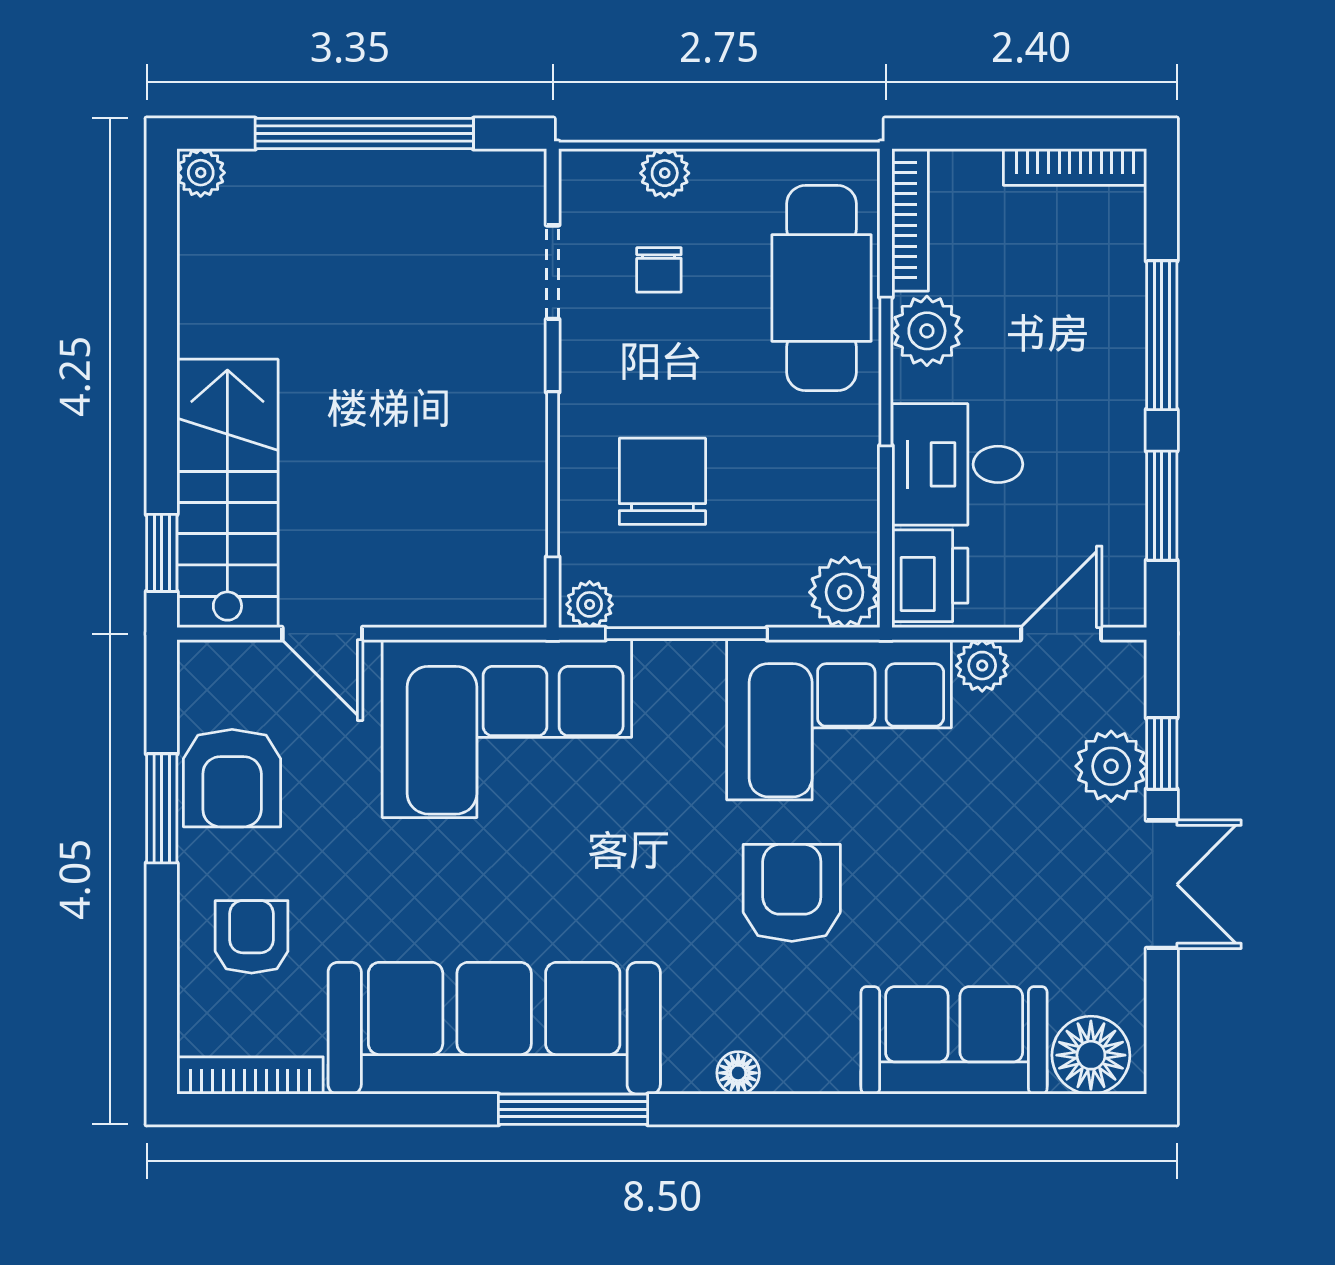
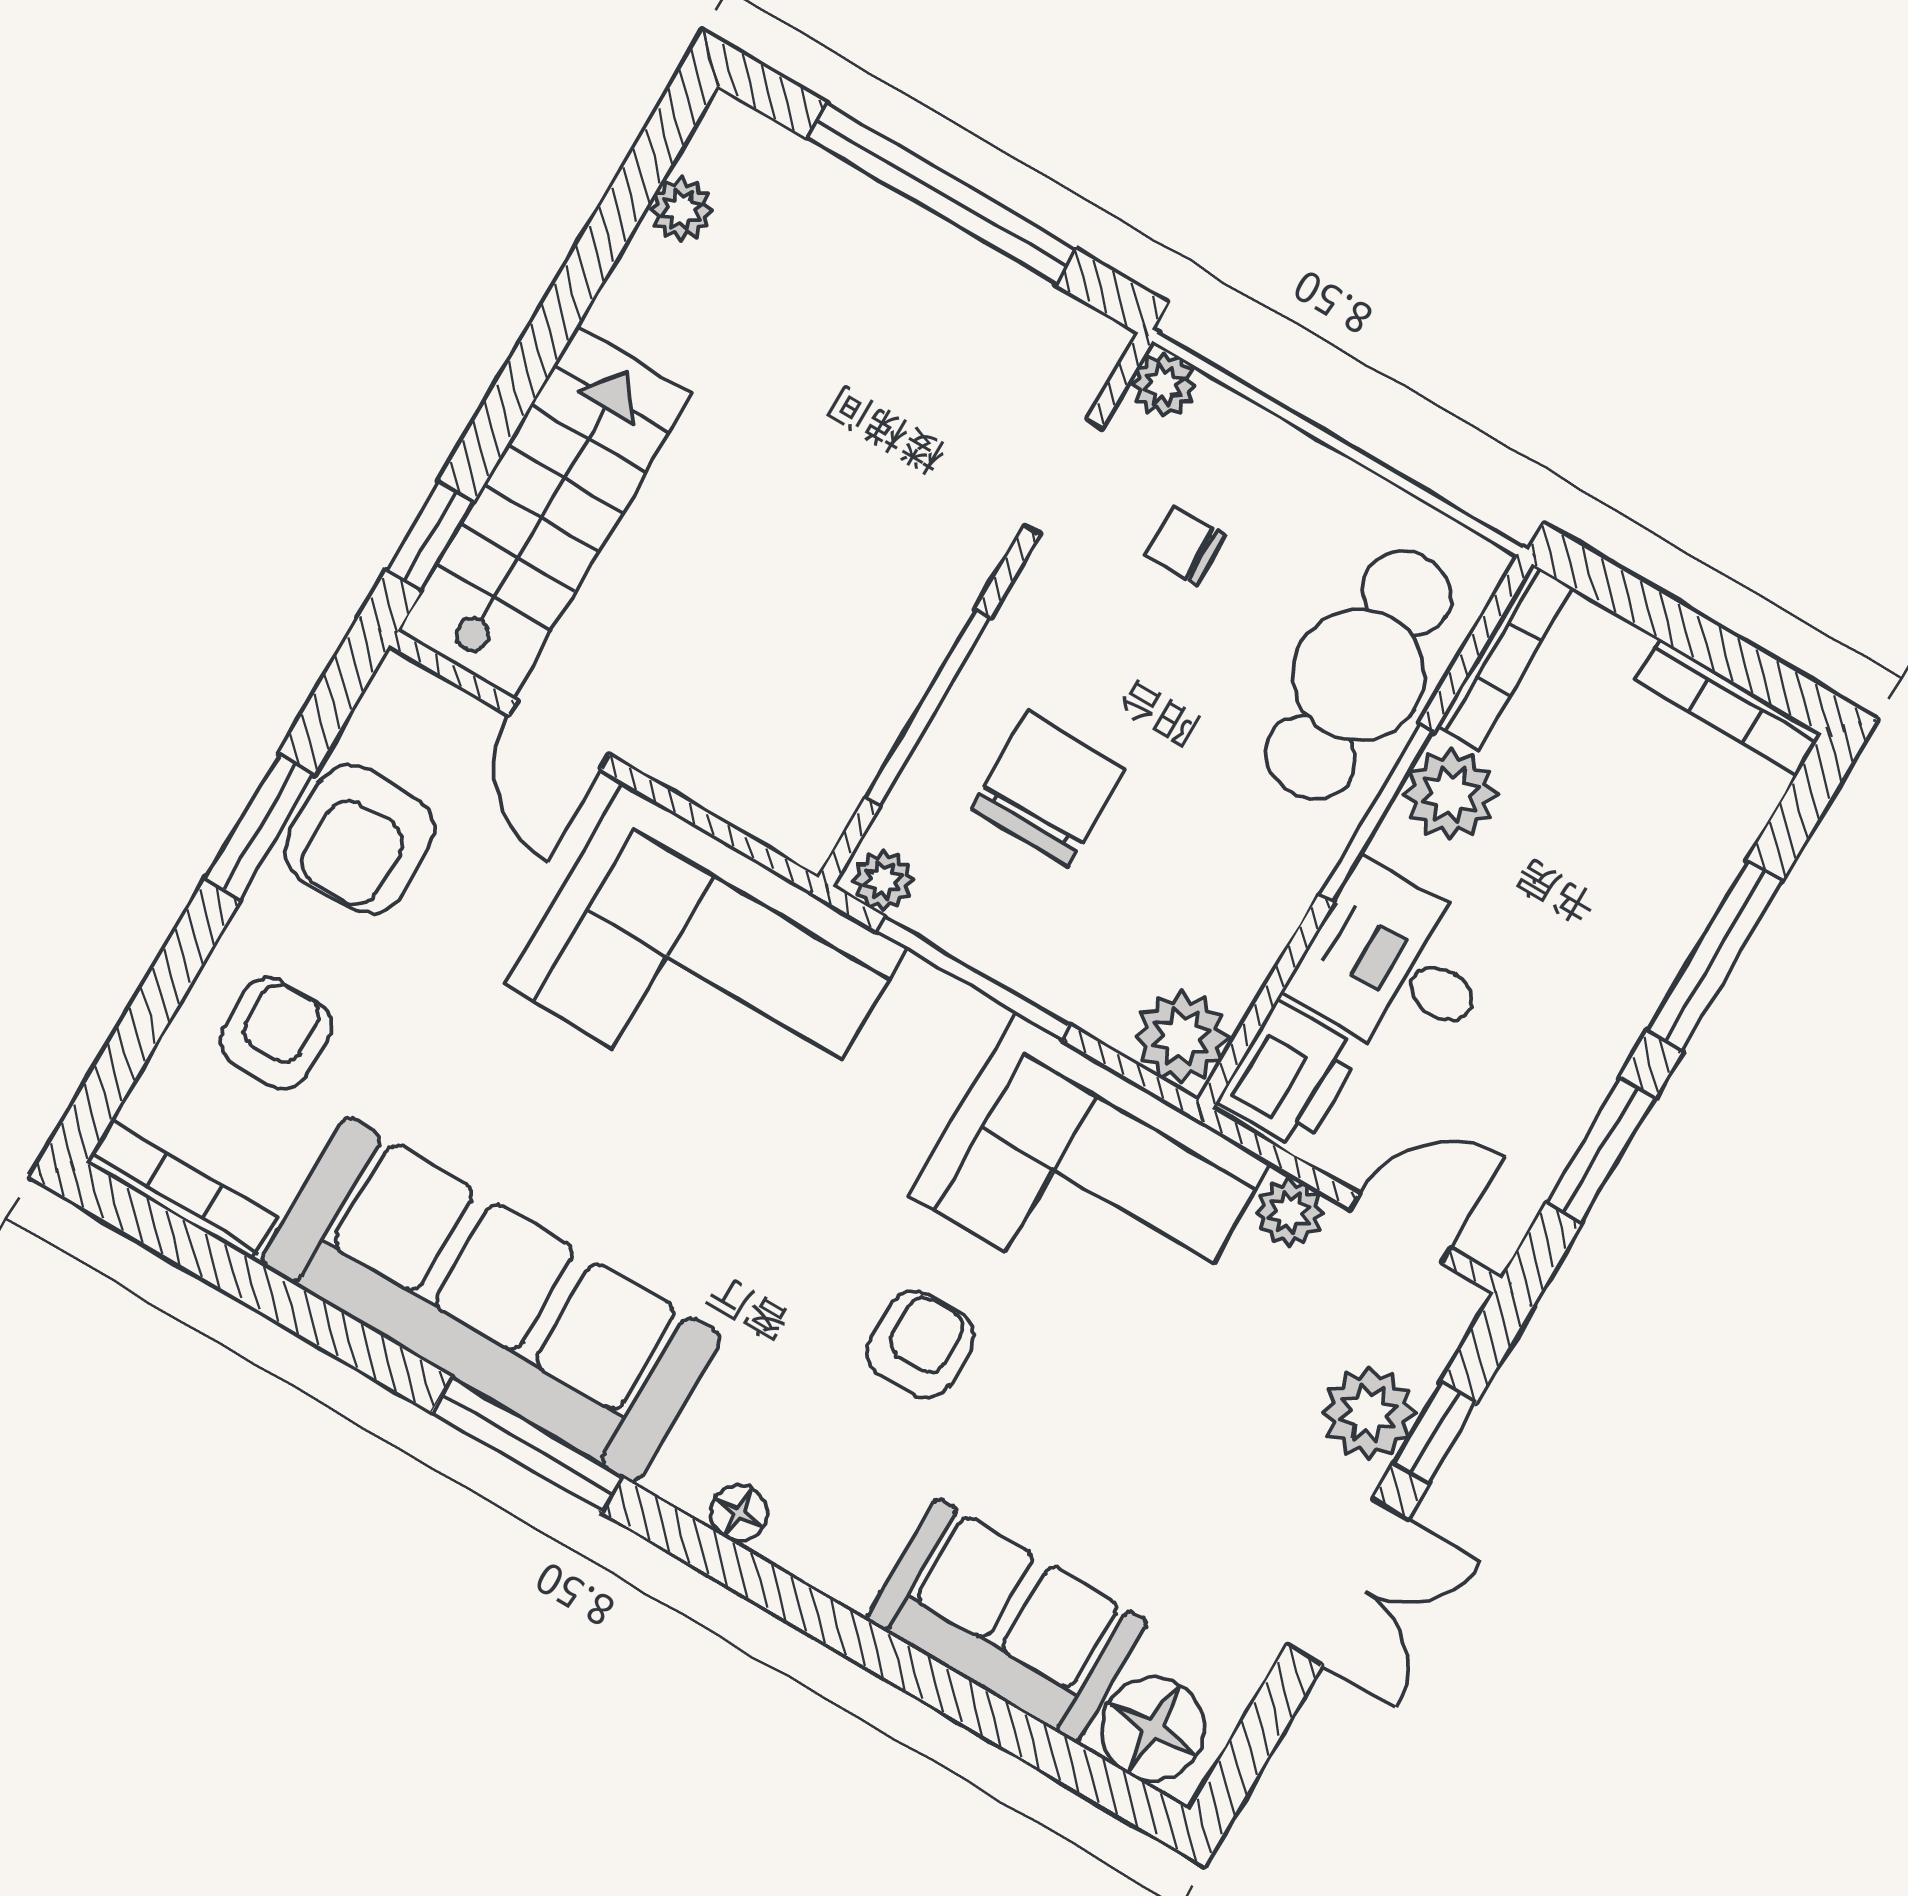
plant: (201, 173) -> (681, 210), moved
plant: (665, 173) -> (1164, 385), moved
chair: (659, 270) -> (1186, 546), turned 90
armchair: (792, 893) -> (921, 1344), width x0.72, depth x0.72

